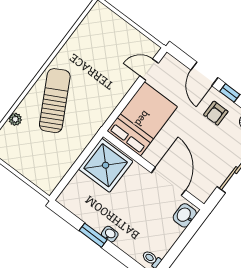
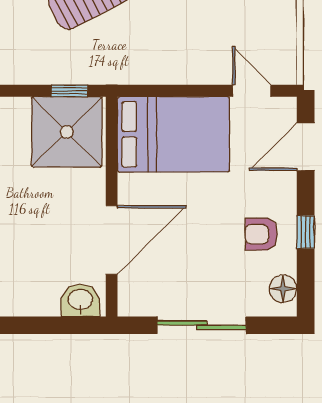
door: (204, 74) -> (306, 147), moved
window: (88, 150) -> (70, 91), added

